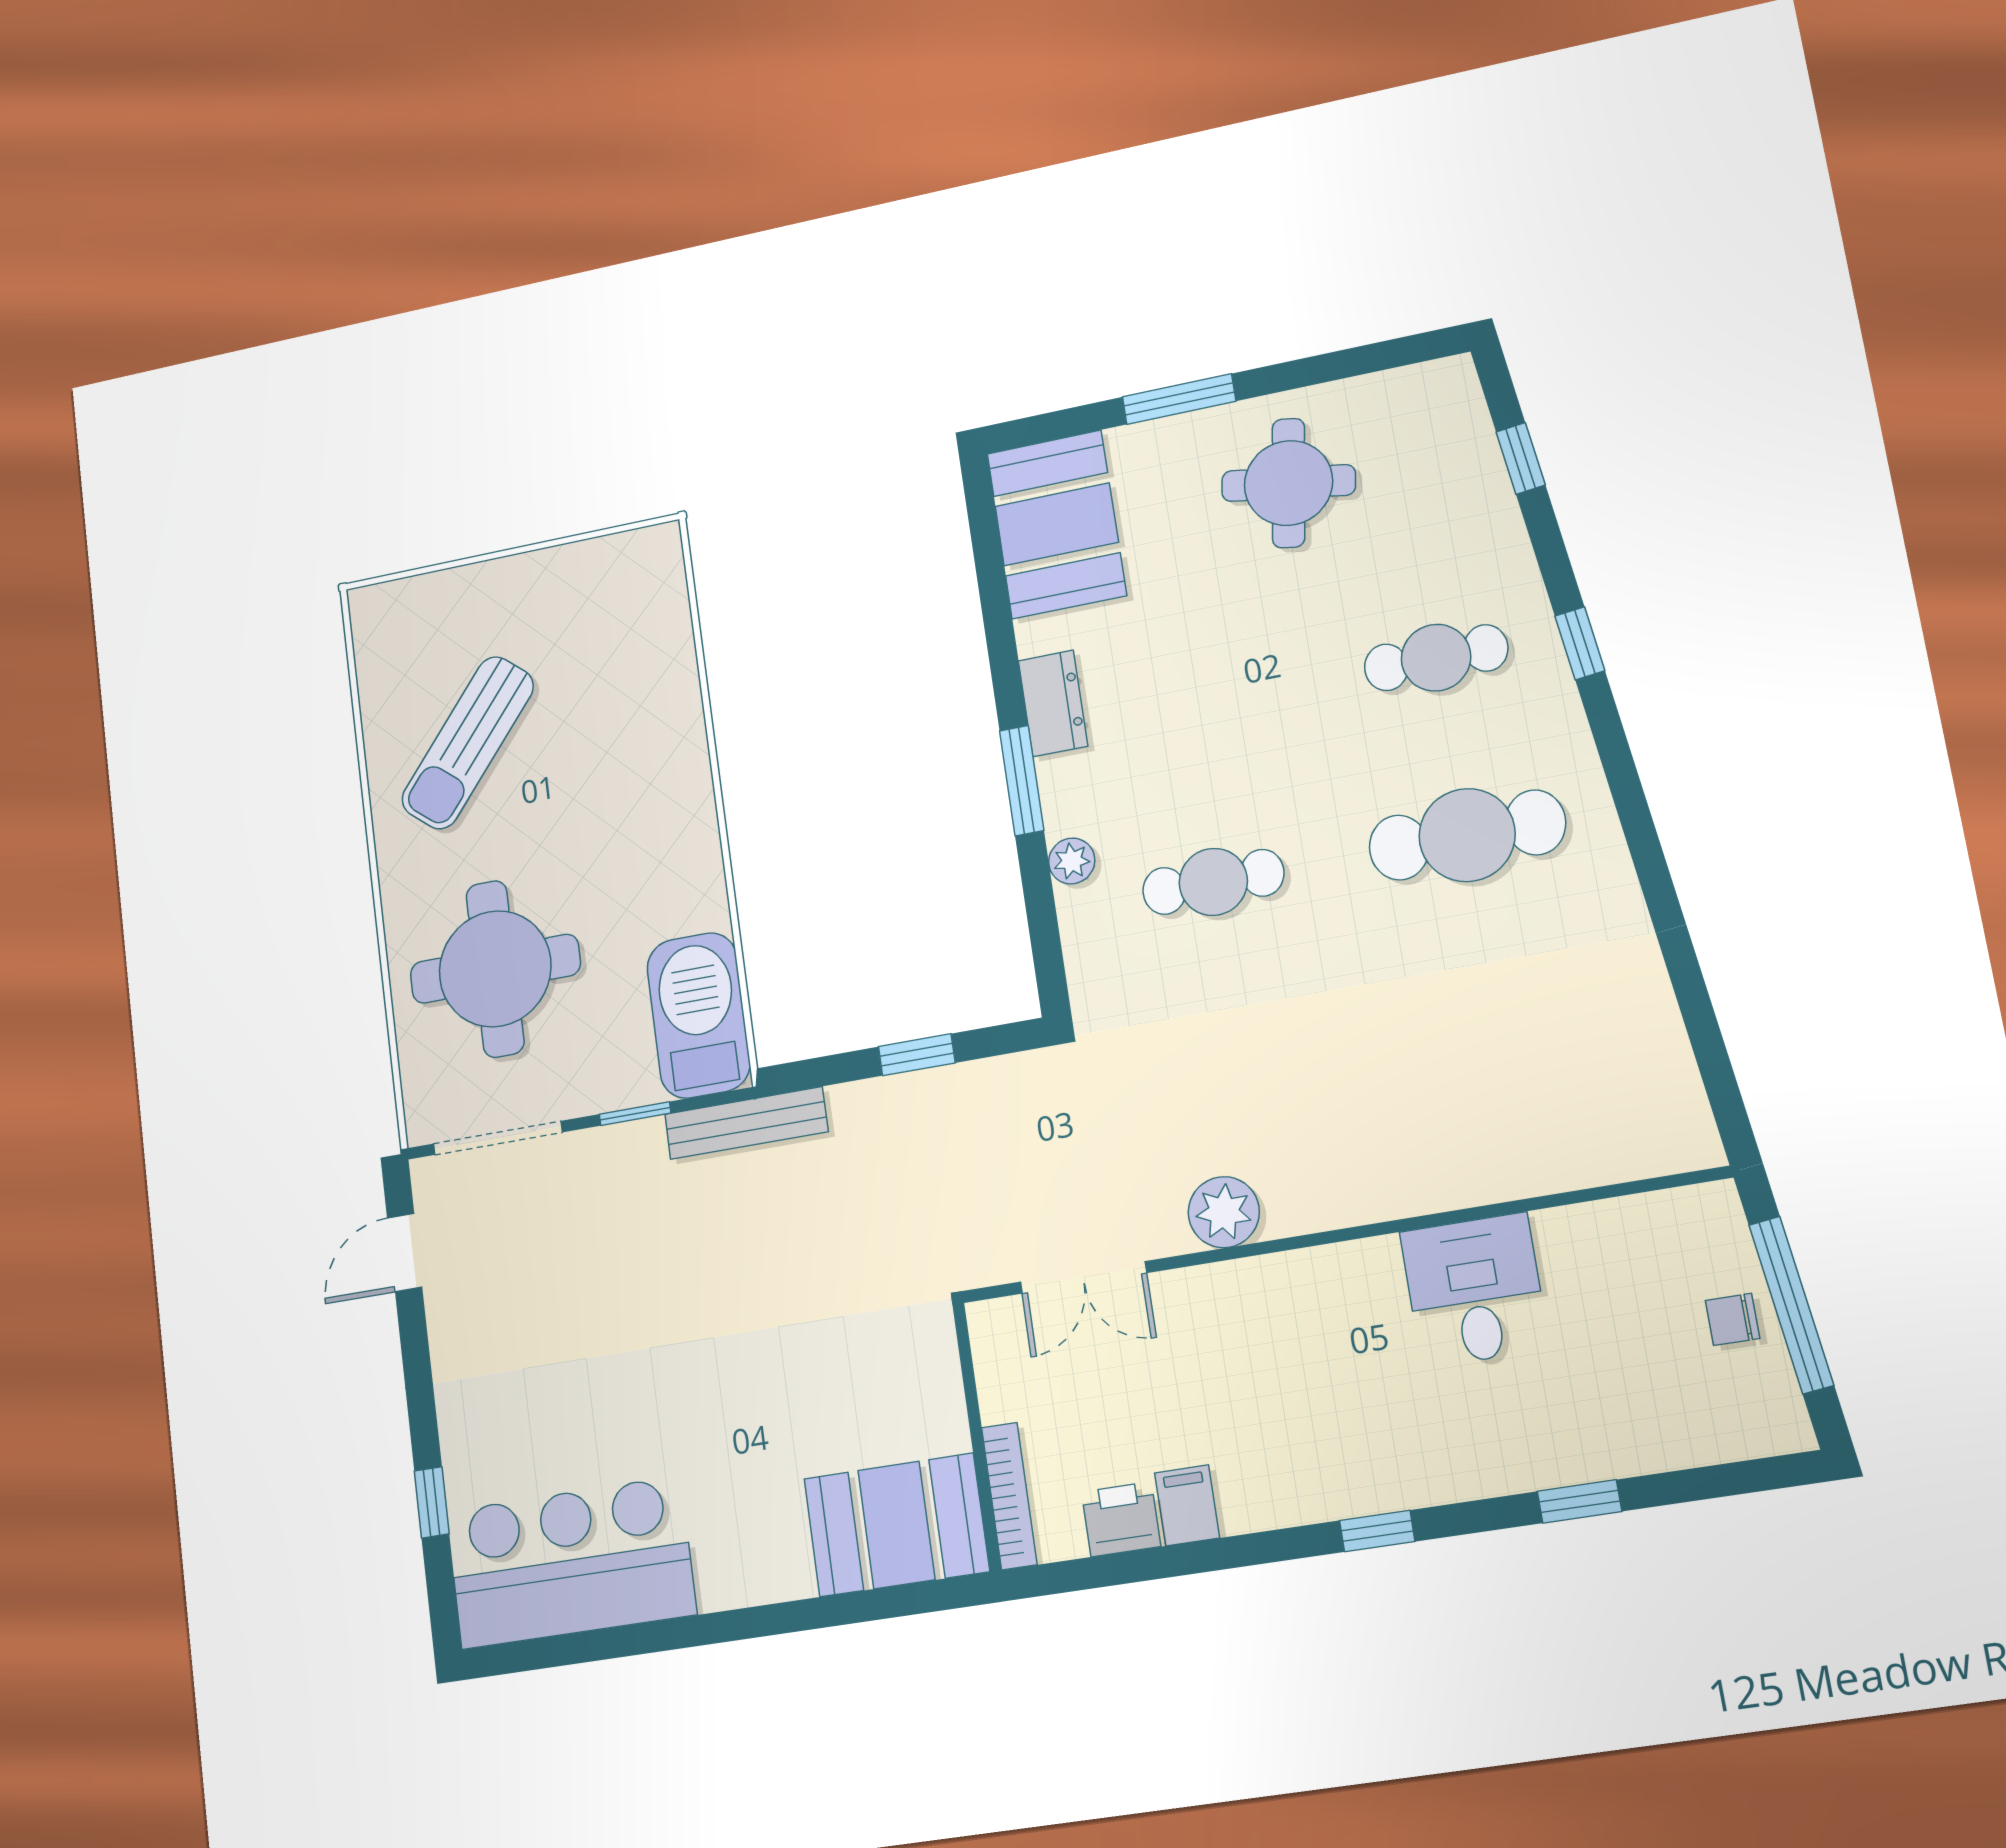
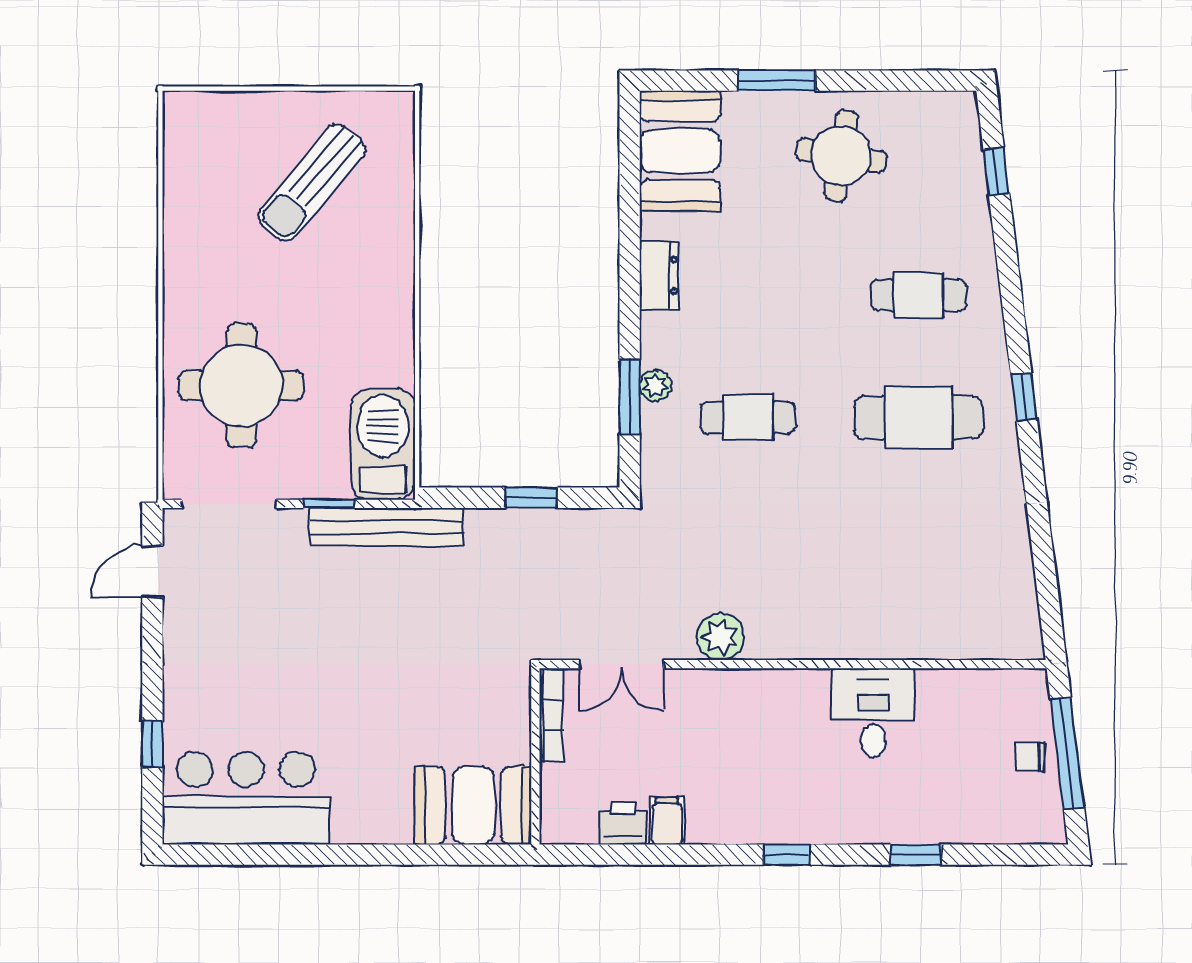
window: (1580, 643) -> (1024, 397), moved
sun lounger: (468, 743) -> (312, 183), moved
window: (1022, 781) -> (630, 397), moved
bench: (746, 1123) -> (386, 527), width x1.37, depth x1.21
bookcase: (1009, 1496) -> (551, 715), moved

